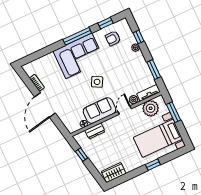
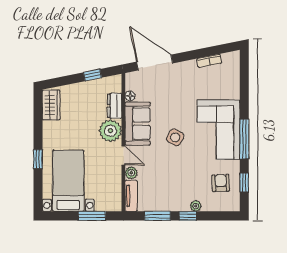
window: (138, 37) -> (188, 216), moved
door: (45, 105) -> (155, 63), moved
plant: (151, 108) -> (110, 131), moved

